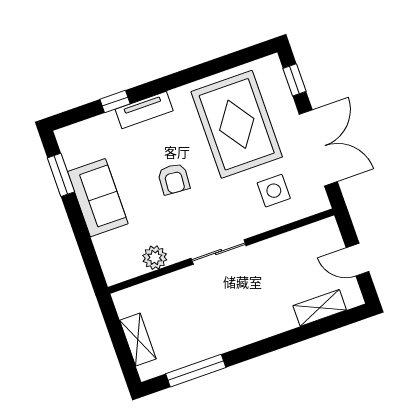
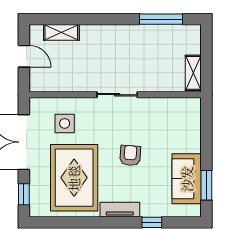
tv unit: (144, 110) -> (120, 210), moved
sofa: (98, 198) -> (187, 179), moved
plant: (155, 258) -> (162, 106), removed
shelving: (138, 340) -> (193, 73), moved

